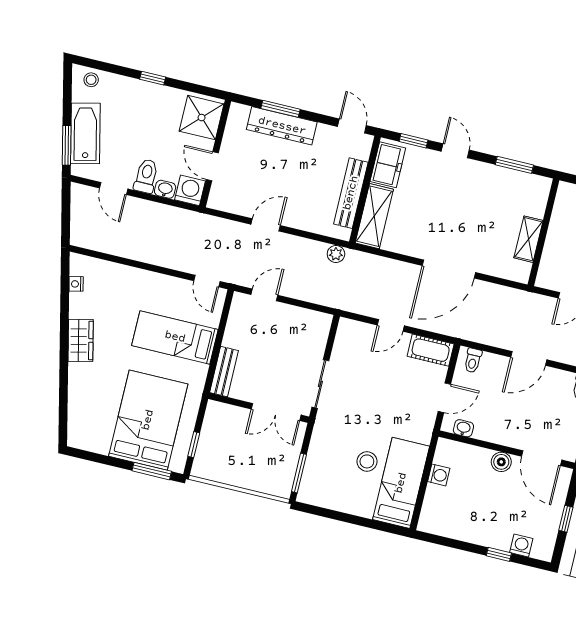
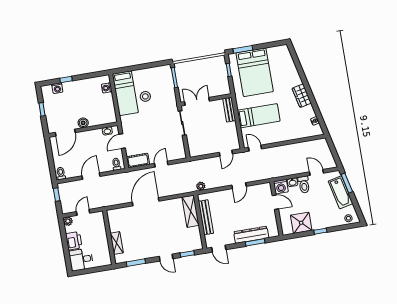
shower: (202, 118) -> (301, 223), moved
freezer: (388, 165) -> (194, 238), removed
shelving: (528, 239) -> (117, 243), moved
door: (542, 458) -> (65, 133), swing flipped
washing machine: (439, 475) -> (107, 88), moved

